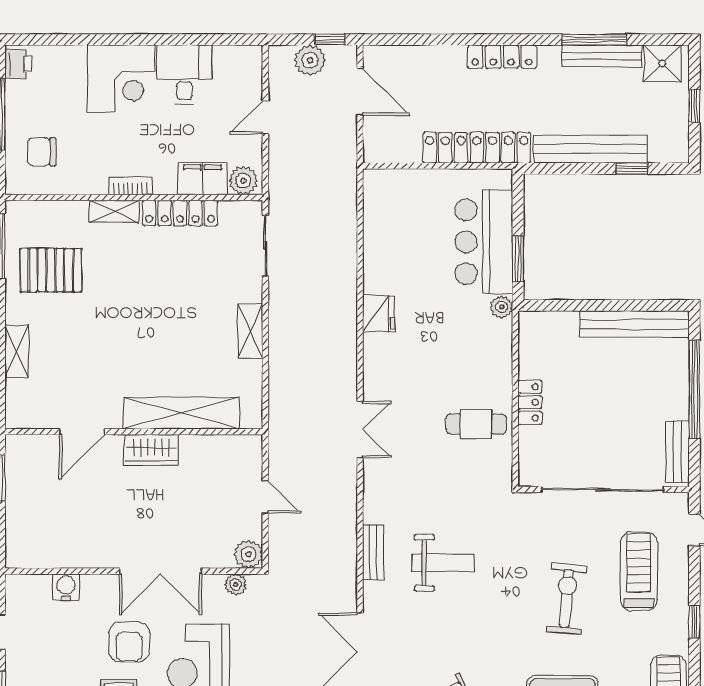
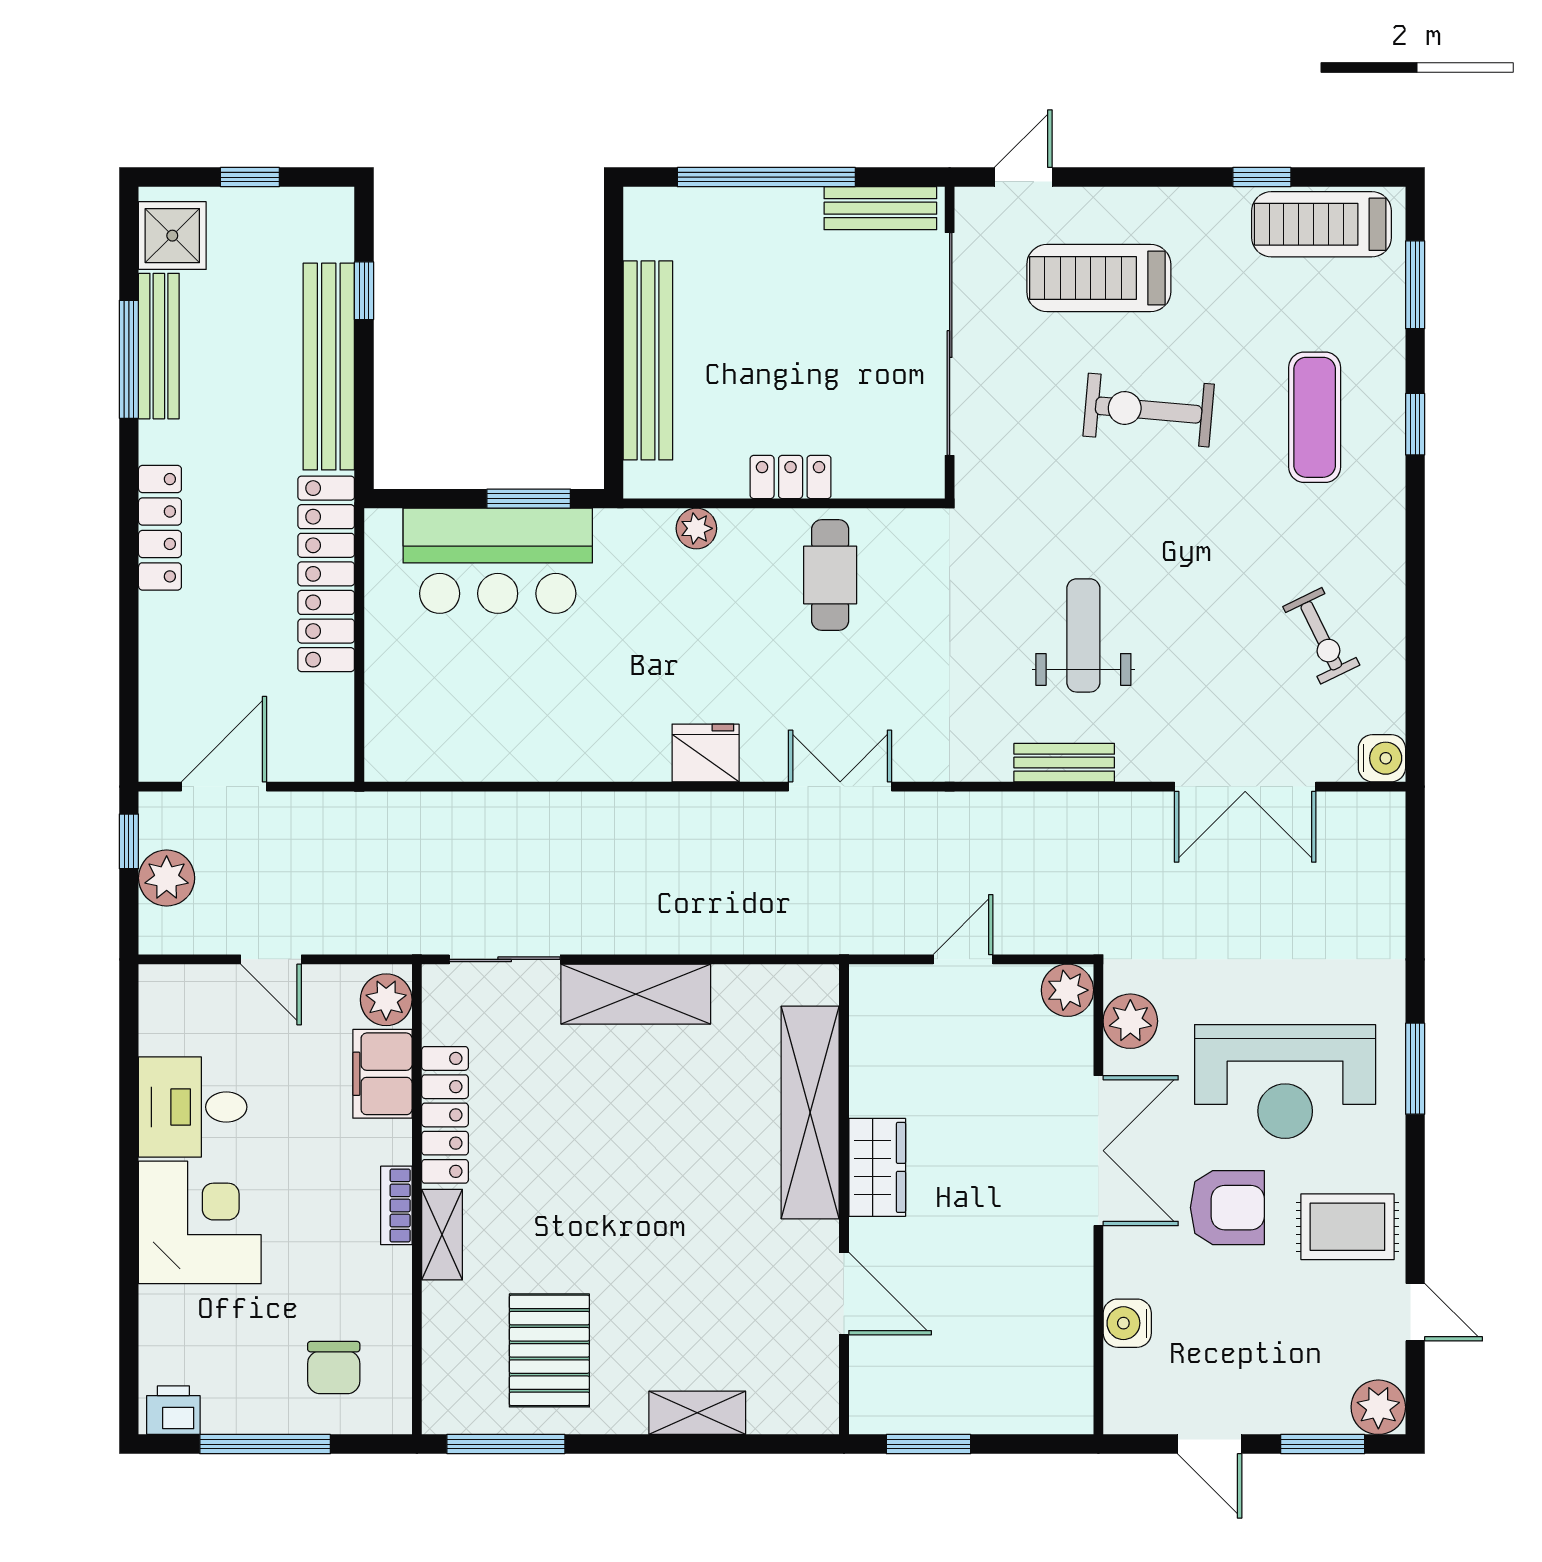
plant: (502, 307) -> (696, 528), moved
fridge: (379, 314) -> (706, 753), moved
bench: (634, 324) -> (648, 360), moved
shelving: (250, 331) -> (636, 994), width x1.50, depth x1.33
plant: (236, 585) -> (1130, 1021), width x1.38, depth x1.38
window: (694, 622) -> (1262, 177), moved

